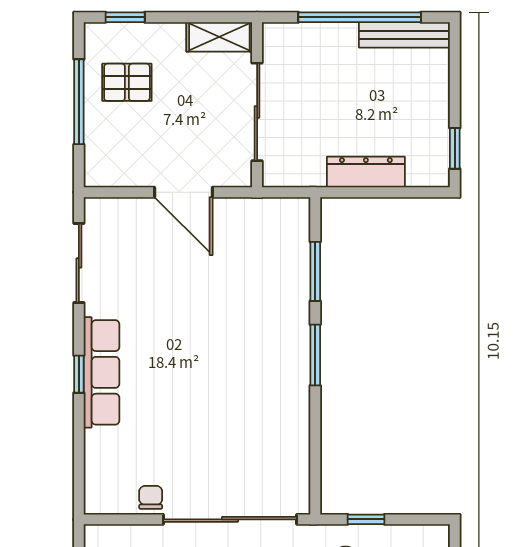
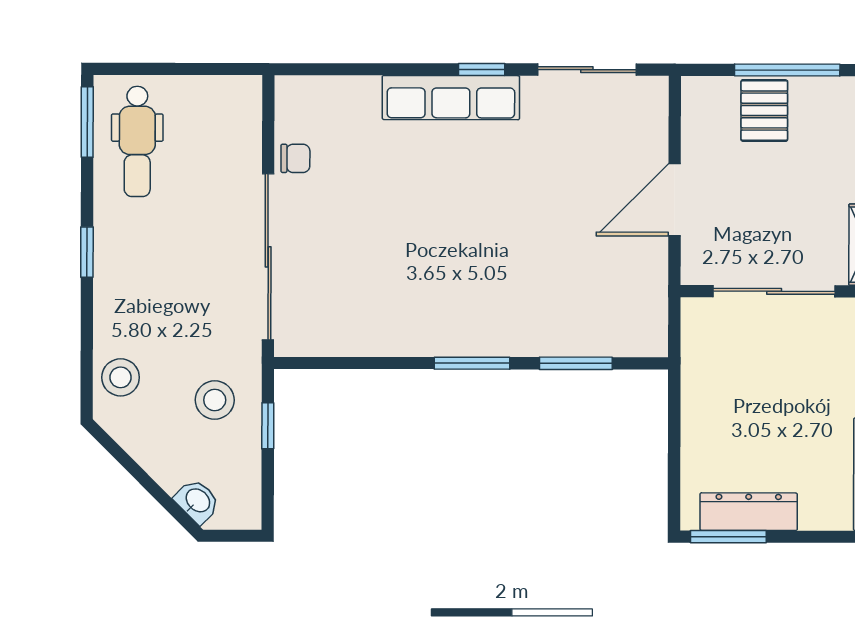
pallet: (127, 82) -> (764, 111), moved
window: (455, 148) -> (728, 537), width x1.50
dresser: (366, 172) -> (749, 512), moved, turned -90
window: (79, 374) -> (482, 69), moved

